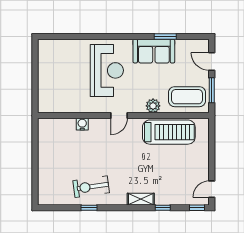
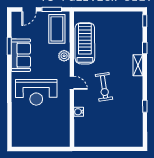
reception desk: (107, 70) -> (36, 92), turned 180
exercise bike: (91, 187) -> (104, 87), moved
door: (212, 189) -> (130, 9), removed

